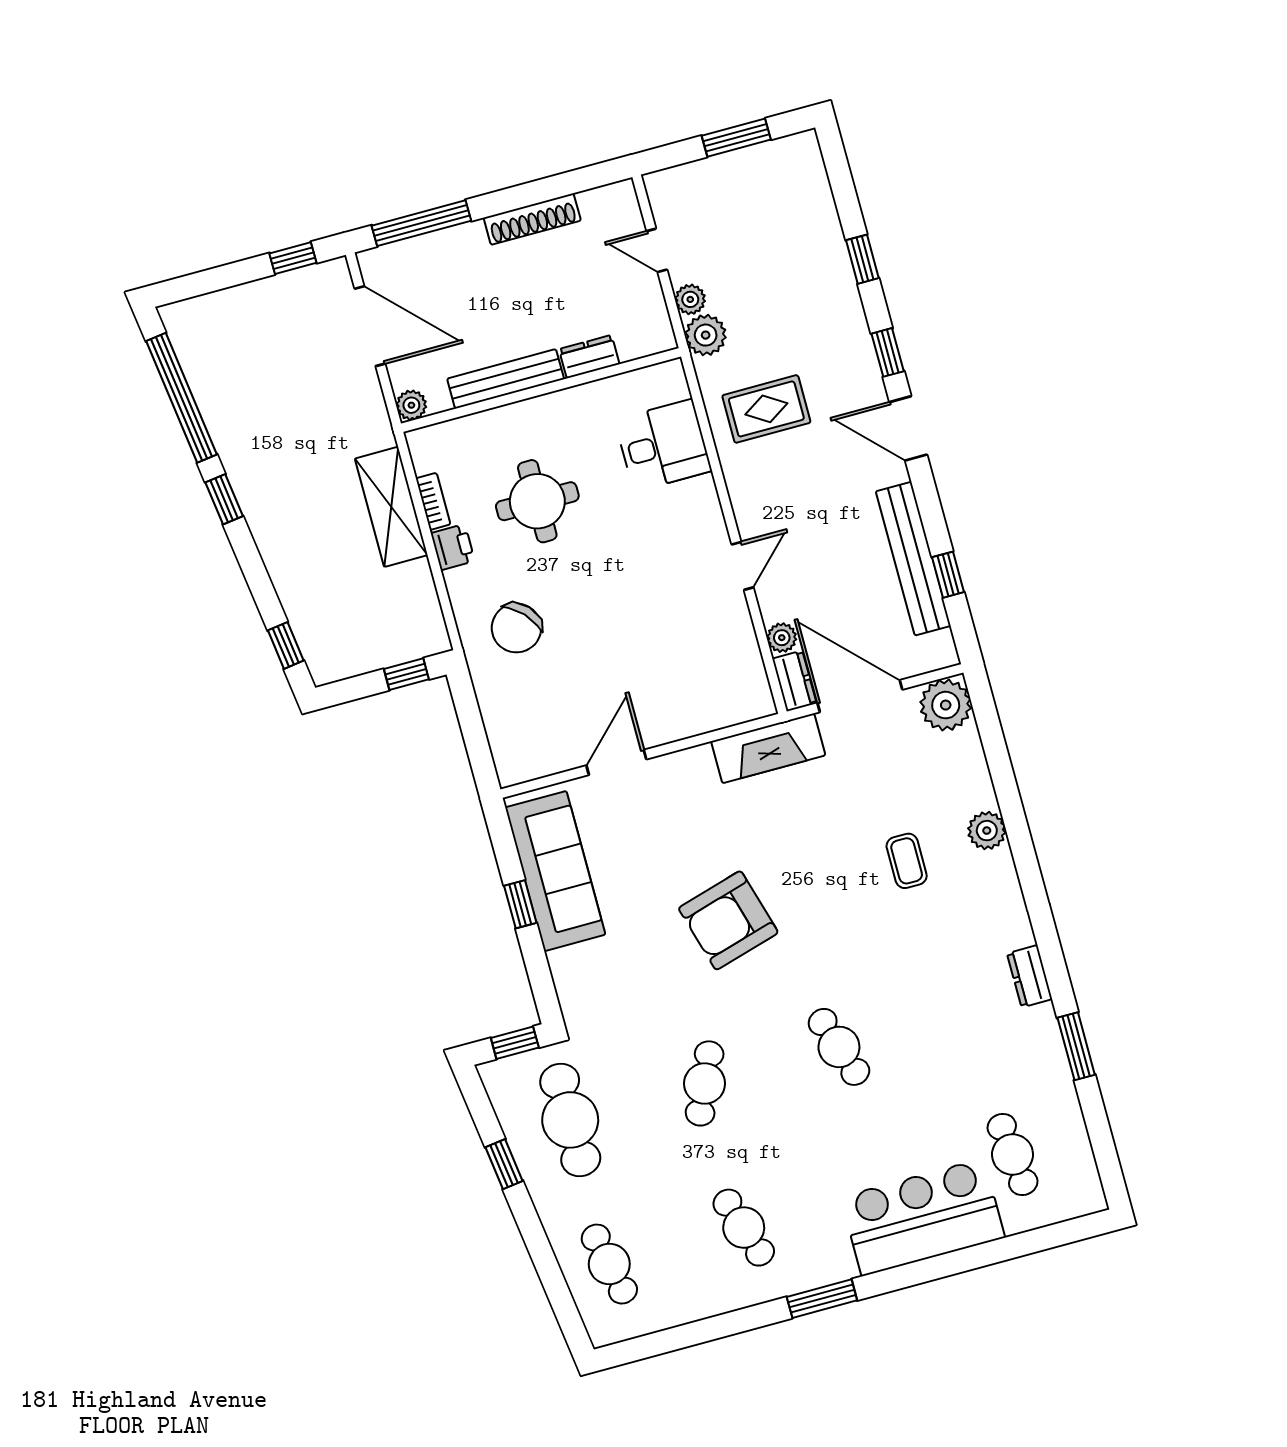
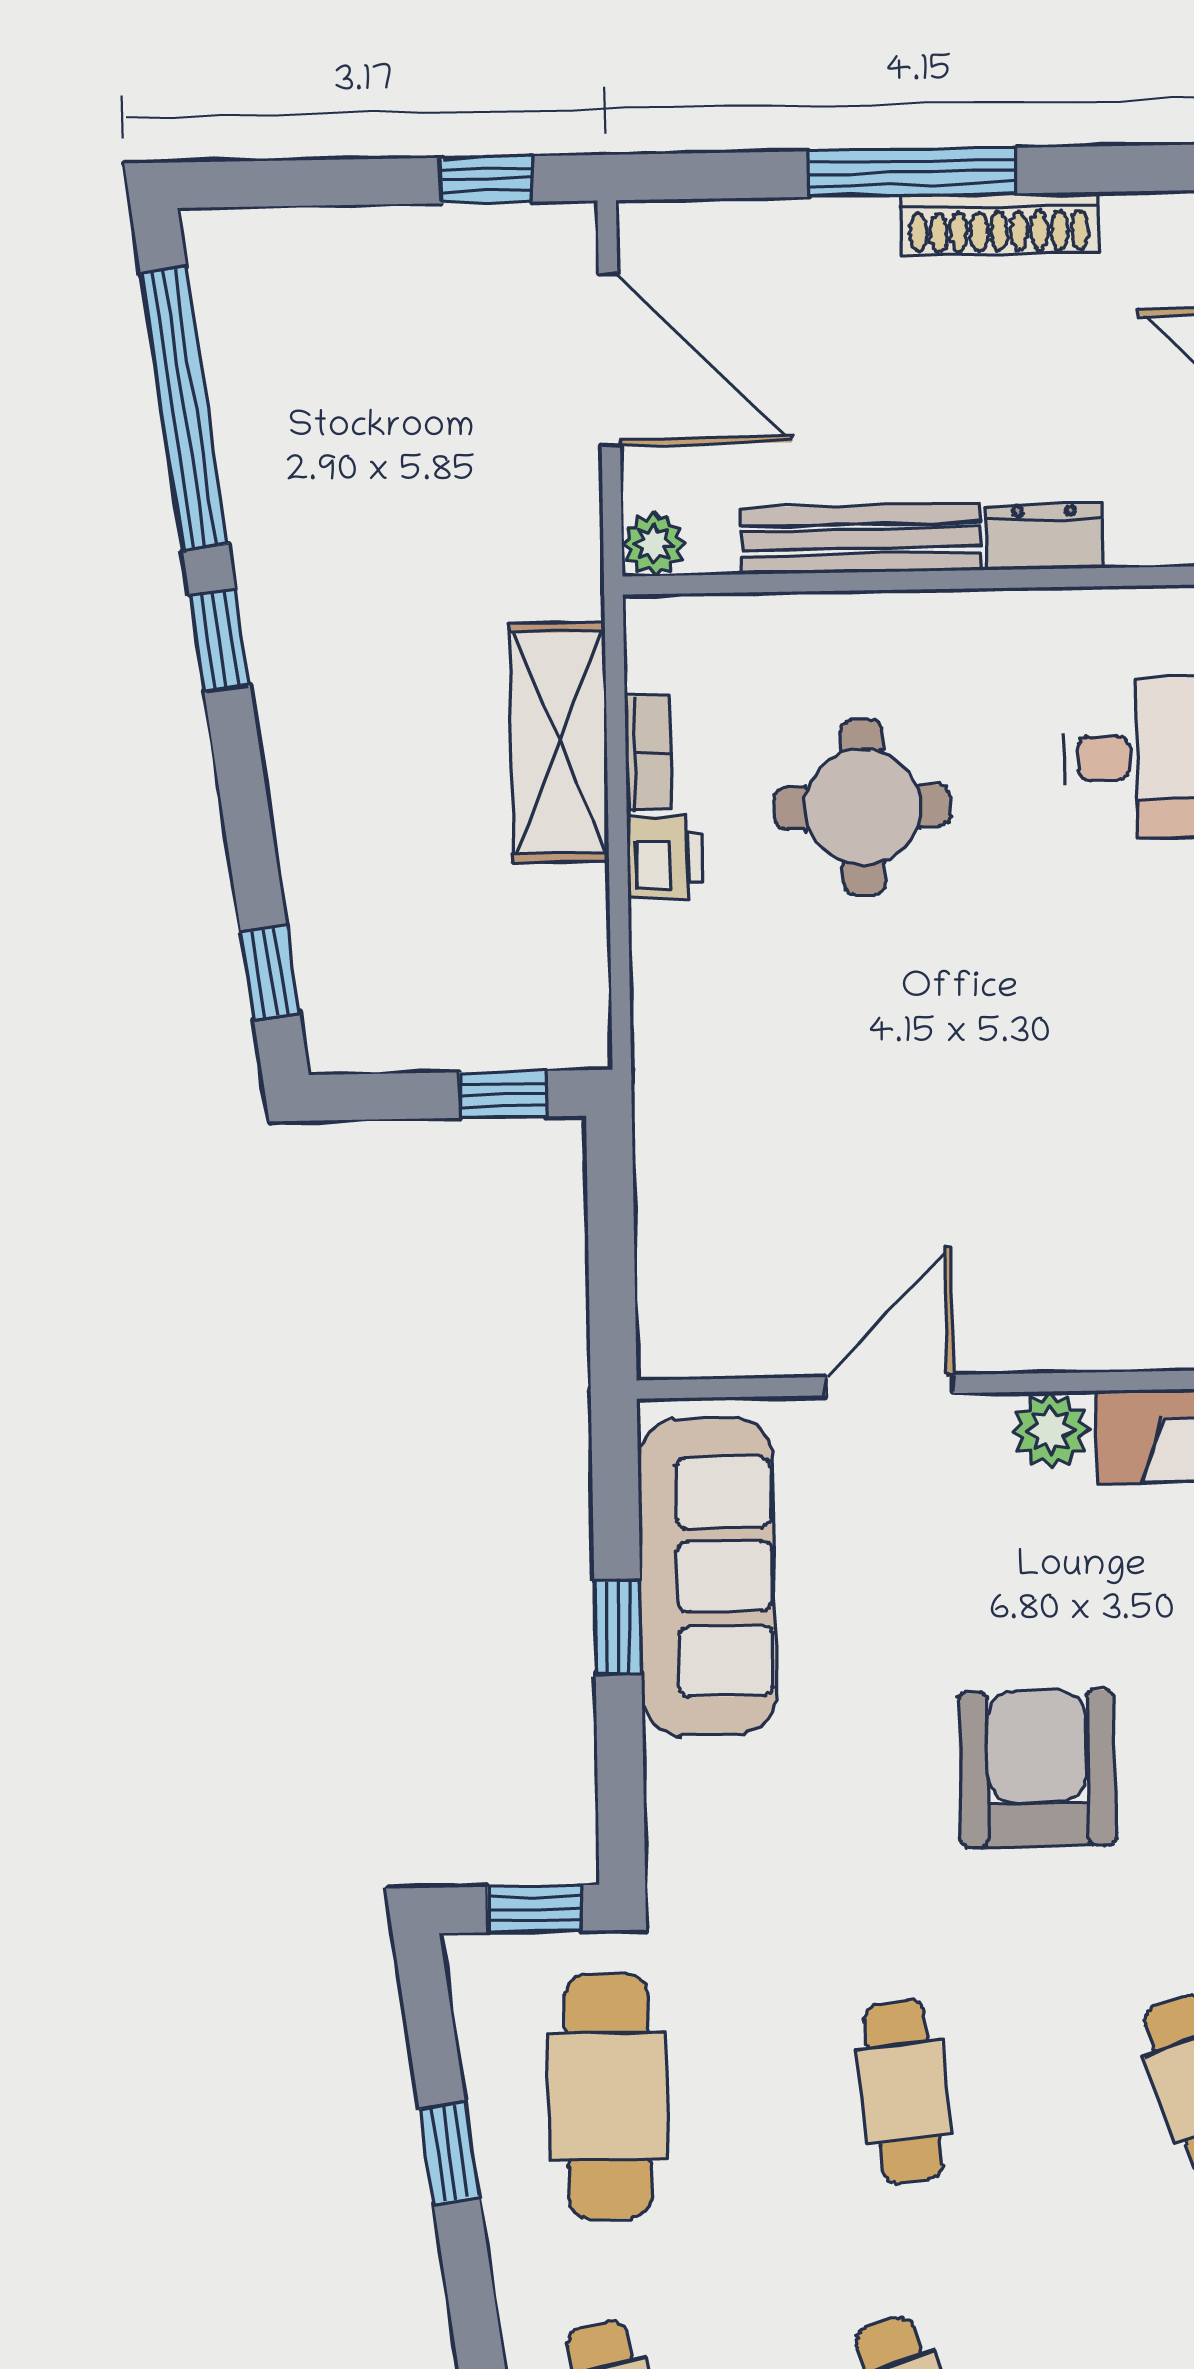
window: (421, 223) -> (912, 172), moved
chair: (516, 628) -> (754, 1057), removed
plant: (695, 764) -> (1050, 1430), added
armchair: (728, 920) -> (1037, 1768), turned 106
cafe table: (705, 1083) -> (904, 2091), turned -30

